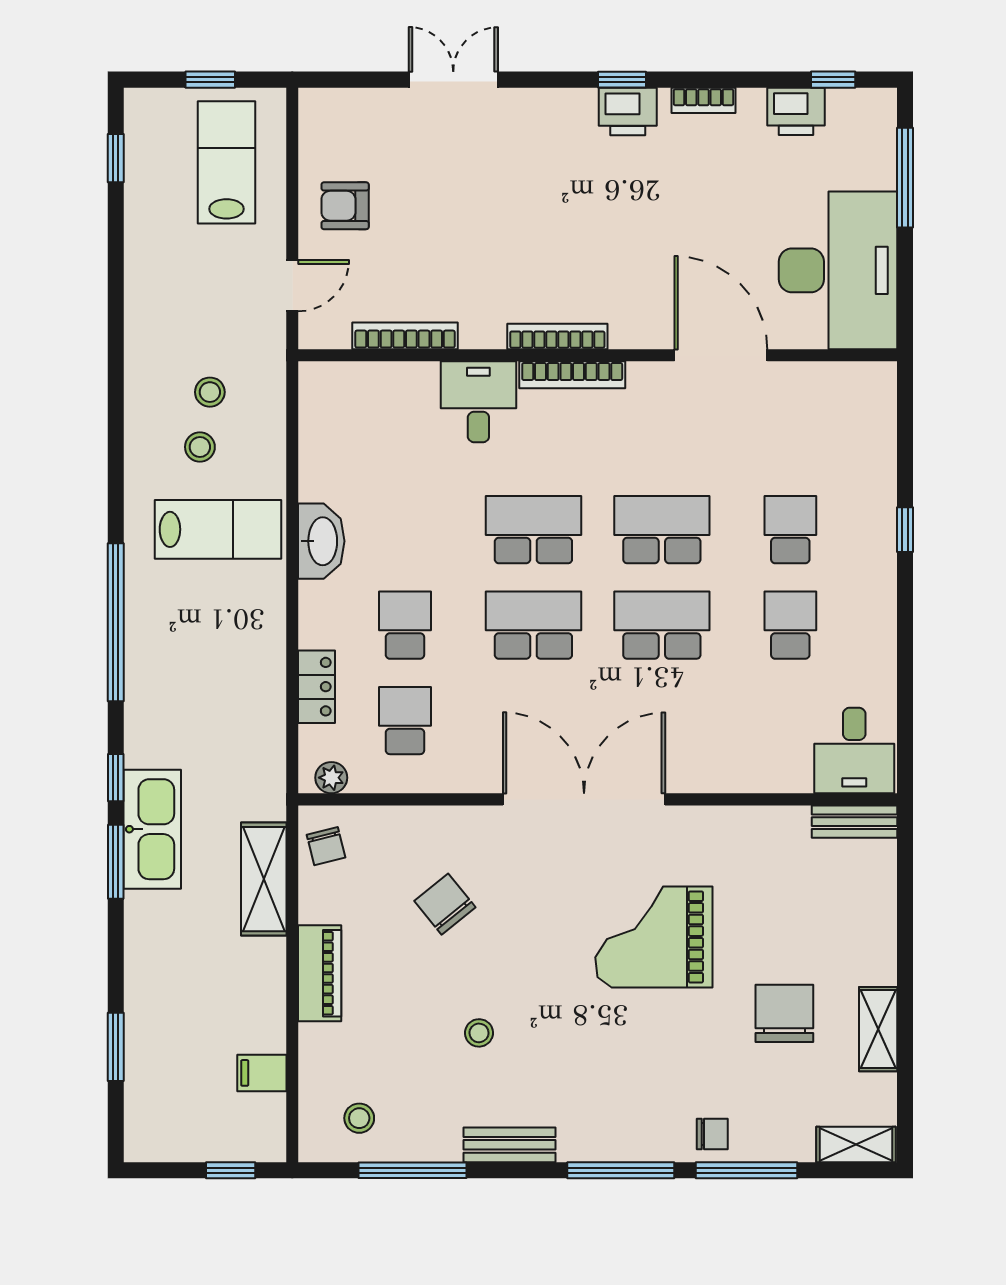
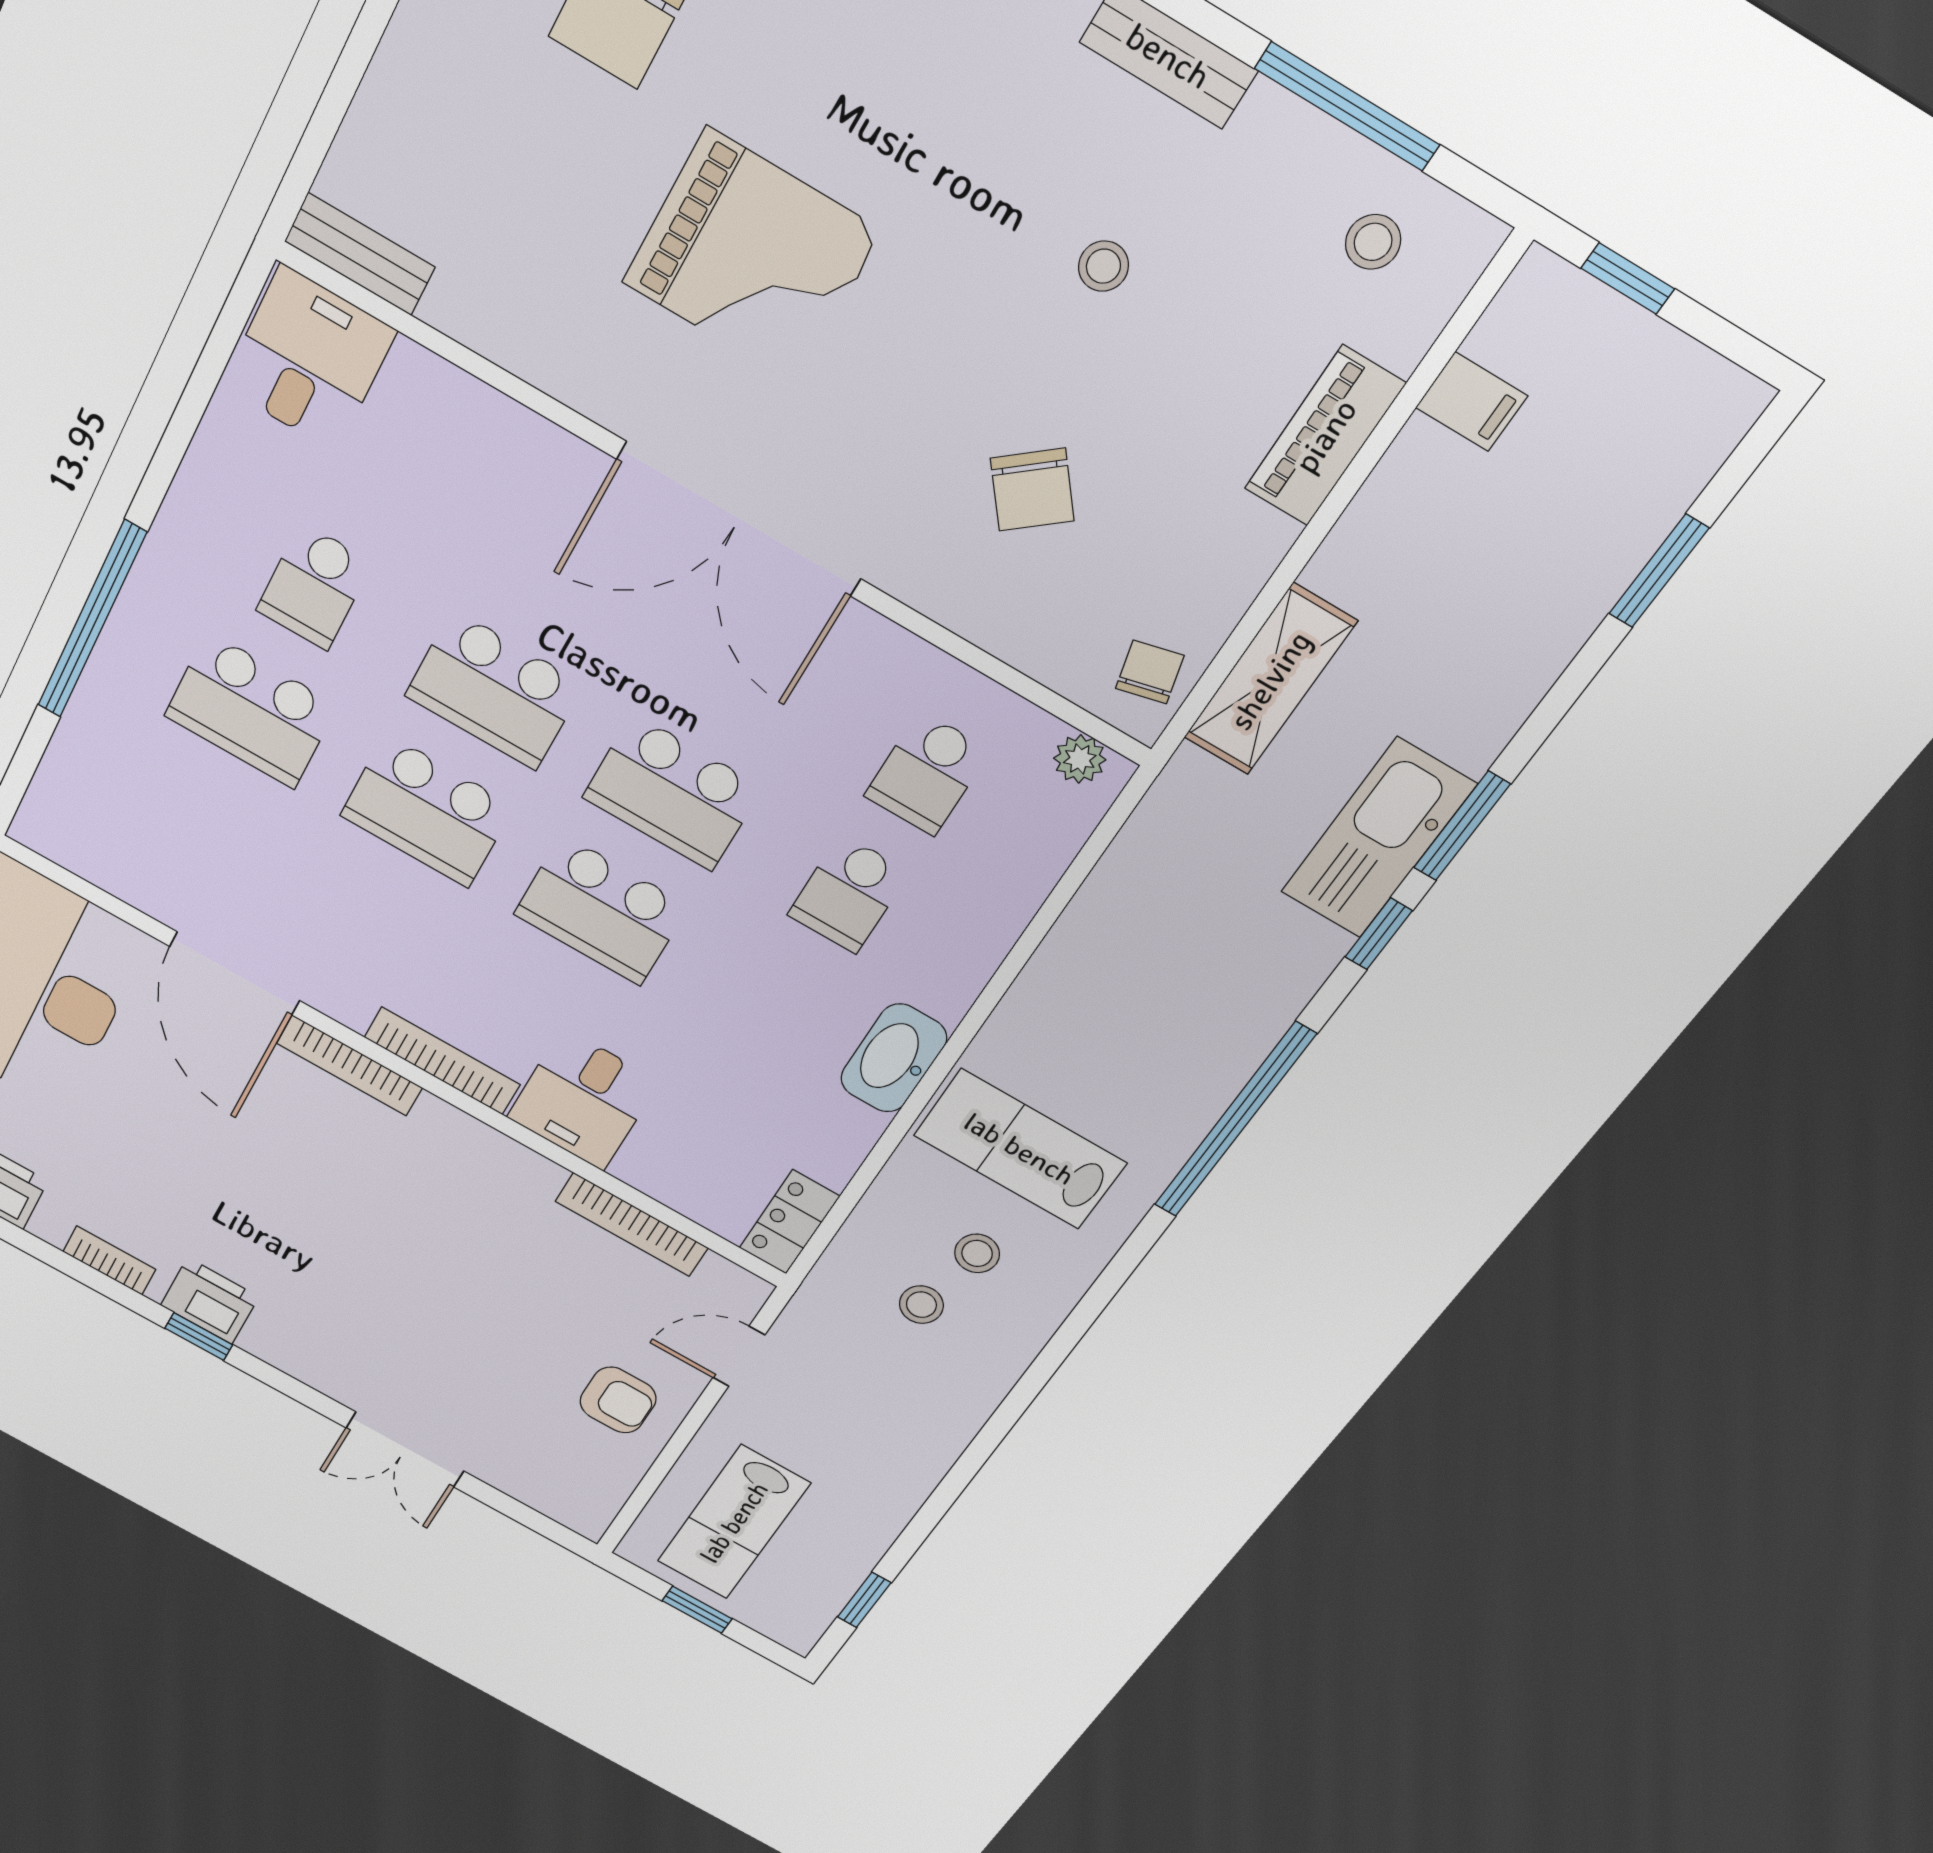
bookcase: (557, 337) -> (350, 1066), moved
school desk: (790, 530) -> (251, 710), width x1.85
window: (905, 530) -> (92, 620), width x3.17
locker: (317, 687) -> (789, 1222), moved
piano: (320, 973) -> (1325, 436), moved

